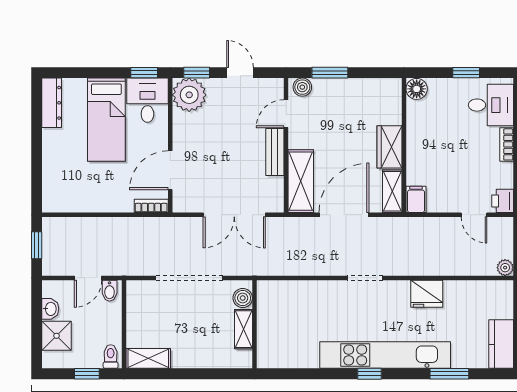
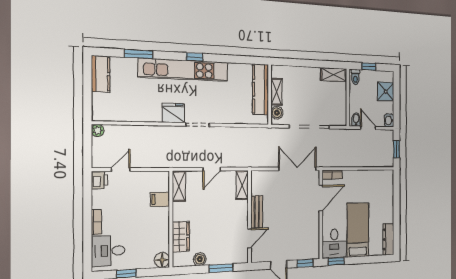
boiler: (302, 87) -> (200, 259), moved
plant: (189, 95) -> (310, 248), removed
wardrobe: (389, 147) -> (181, 237), moved
shelving: (301, 181) -> (242, 185), width x0.67, depth x0.75
filing cabinet: (416, 199) -> (160, 199), moved, turned 90
double door: (234, 215) -> (297, 169), moved
door: (344, 215) -> (212, 169), width x0.53
door: (474, 215) -> (121, 170), hinge flipped
door: (88, 278) -> (368, 128), hinge flipped
fridge: (427, 294) -> (173, 113), moved
washbasin: (50, 309) -> (389, 120), moved
kitchen counter: (269, 331) -> (260, 89), added

